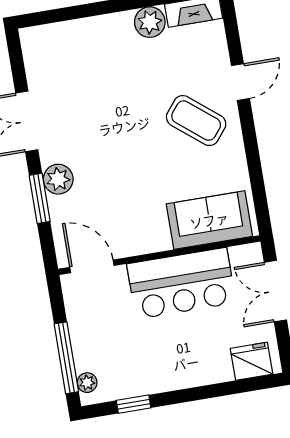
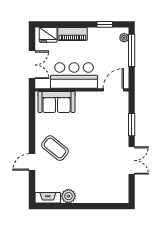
plant: (58, 179) -> (122, 132), removed
door: (92, 266) -> (113, 90), swing flipped
piano: (200, 372) -> (72, 34), added

